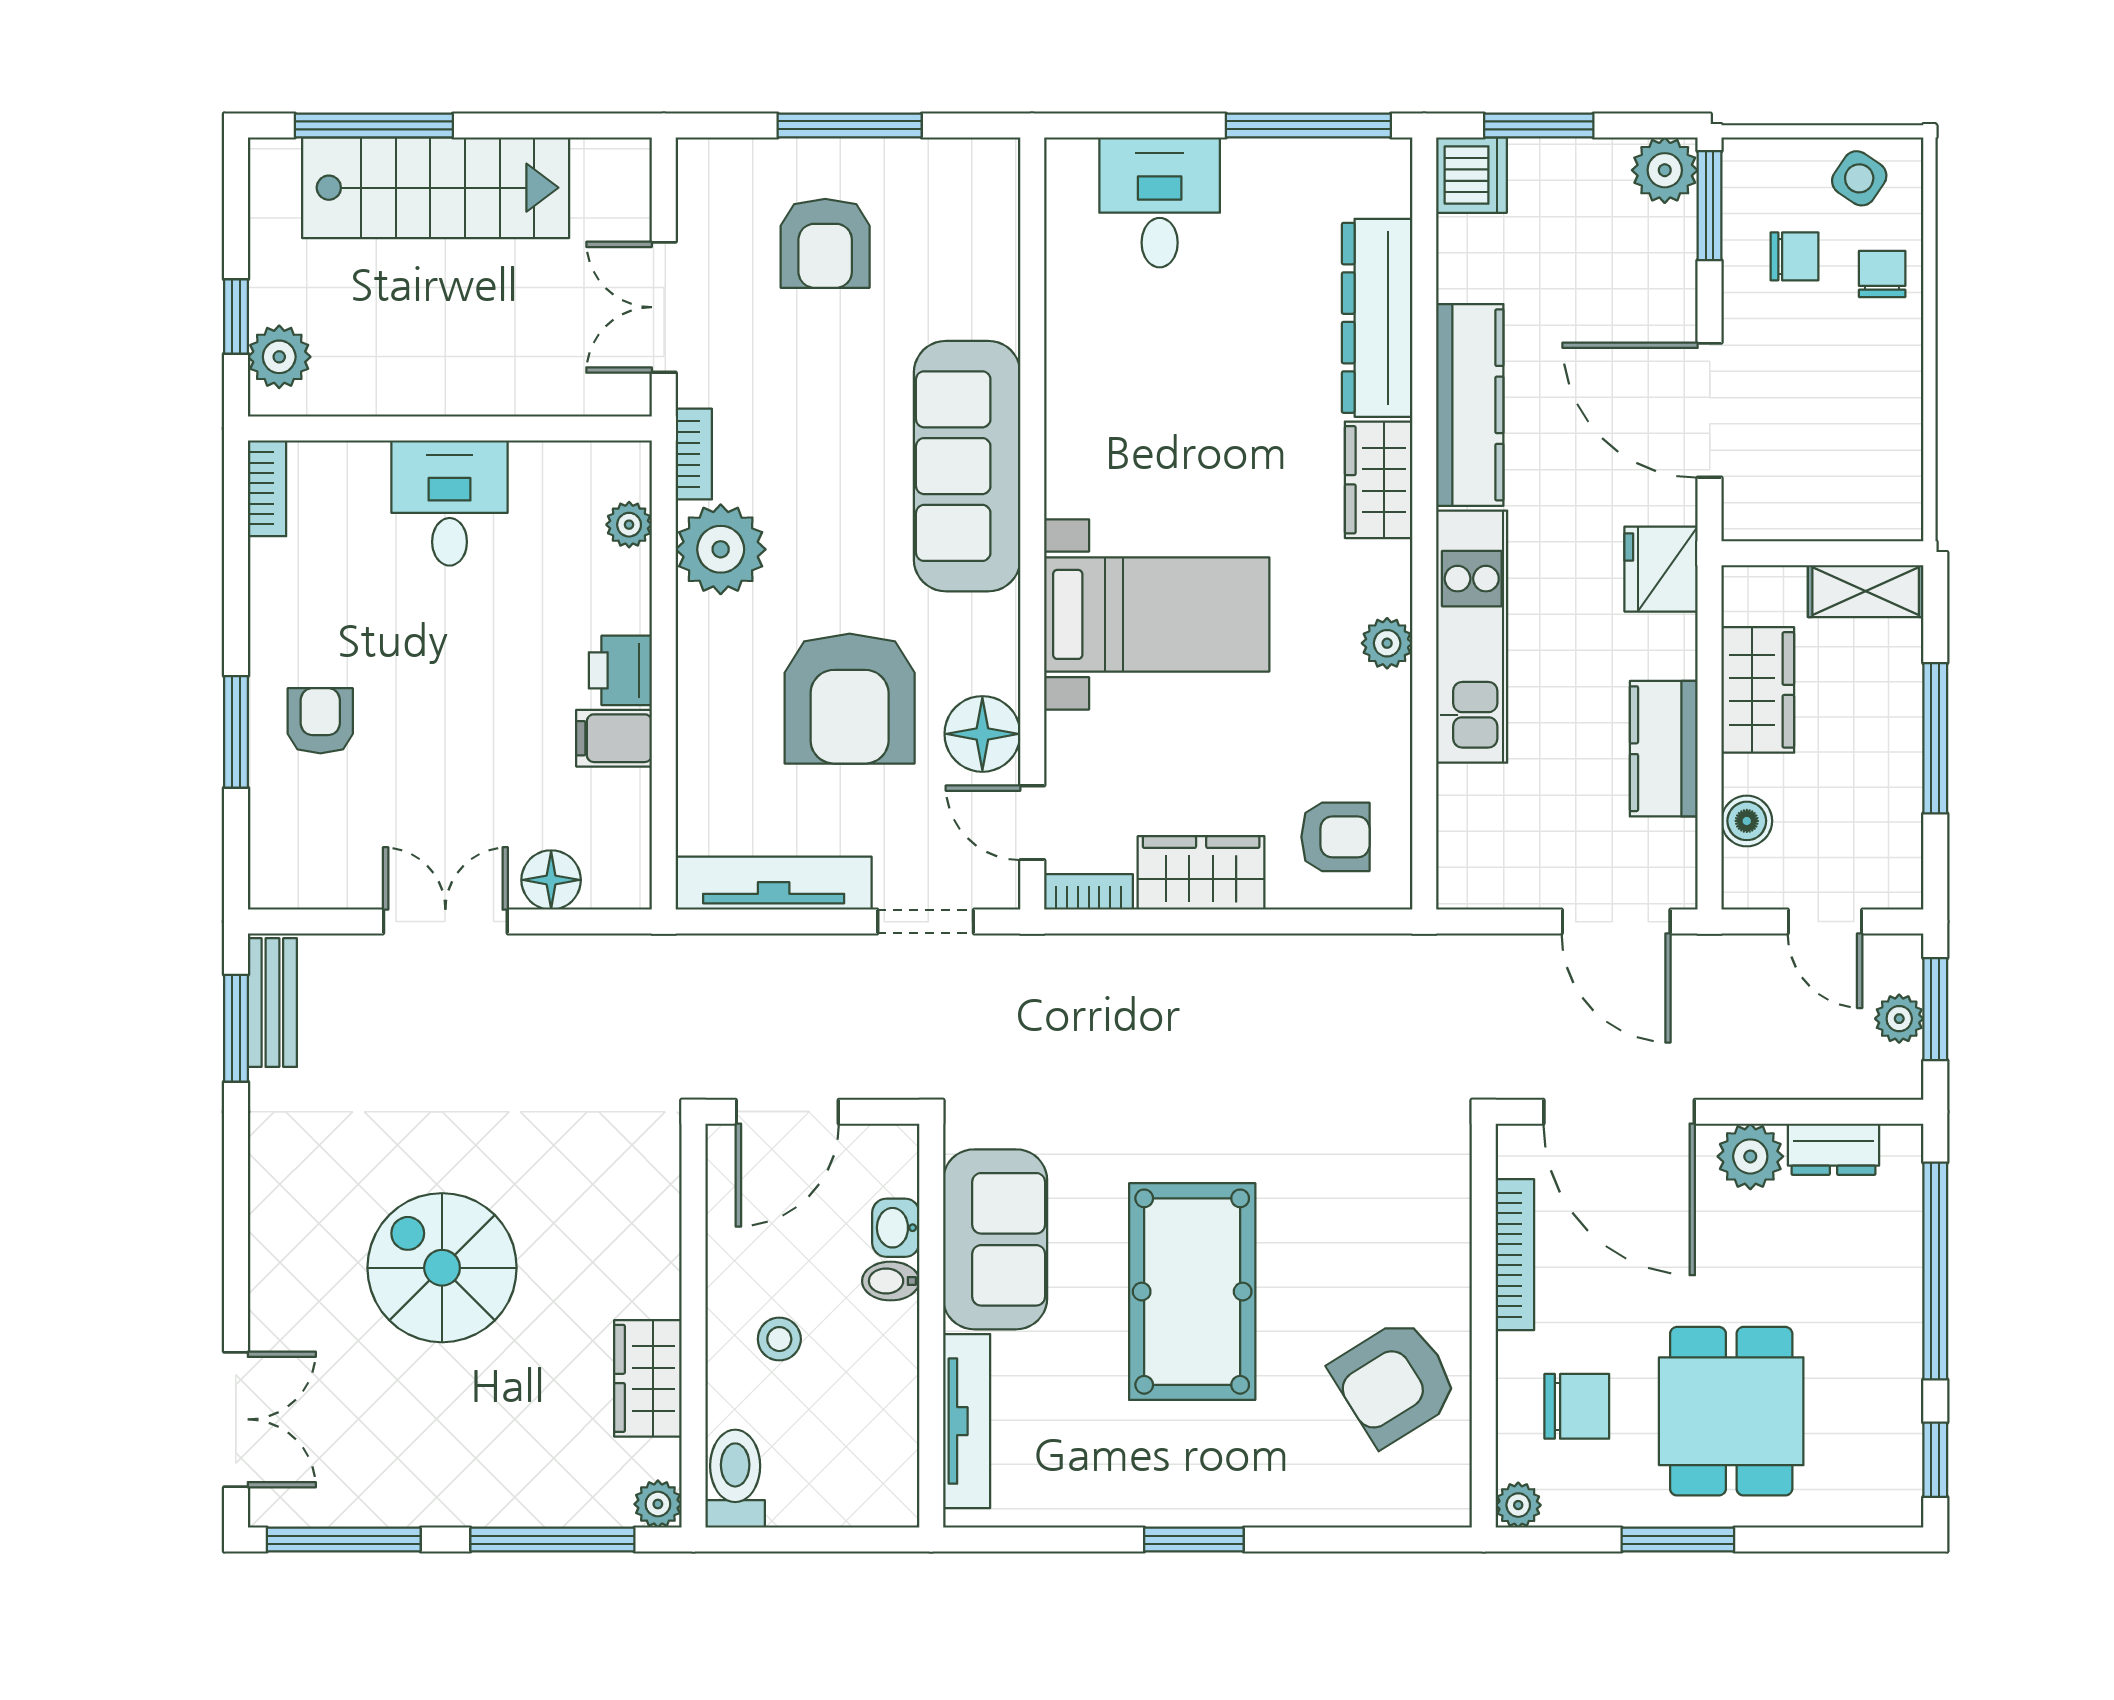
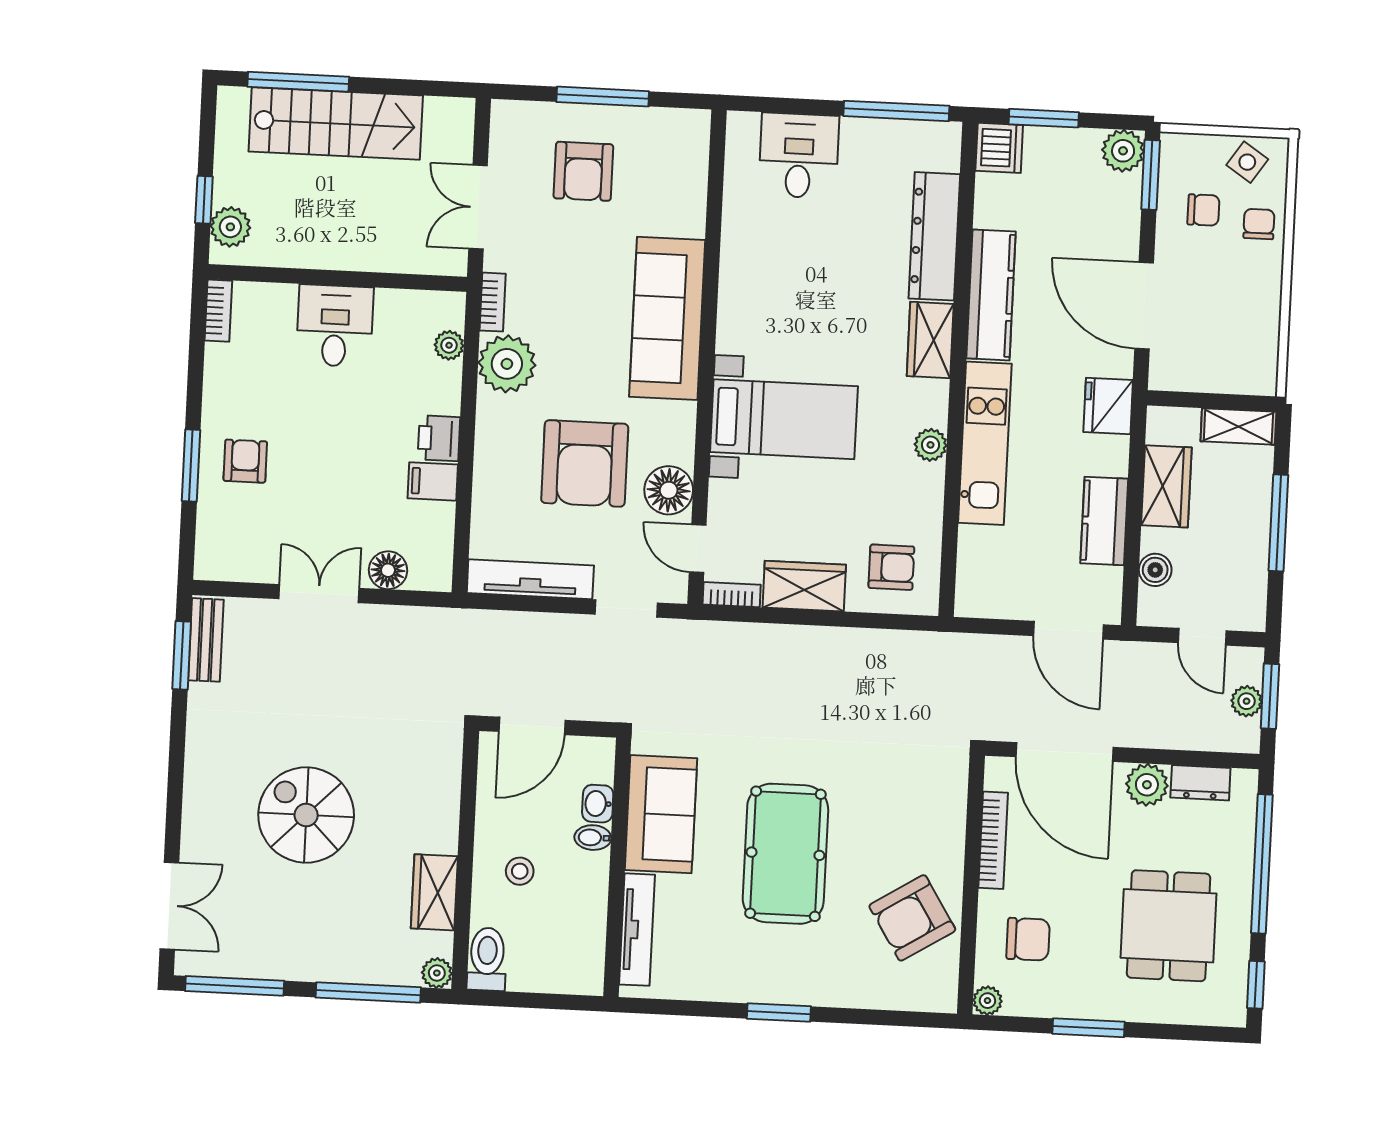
dining table: (1731, 1411) -> (1169, 926), moved

